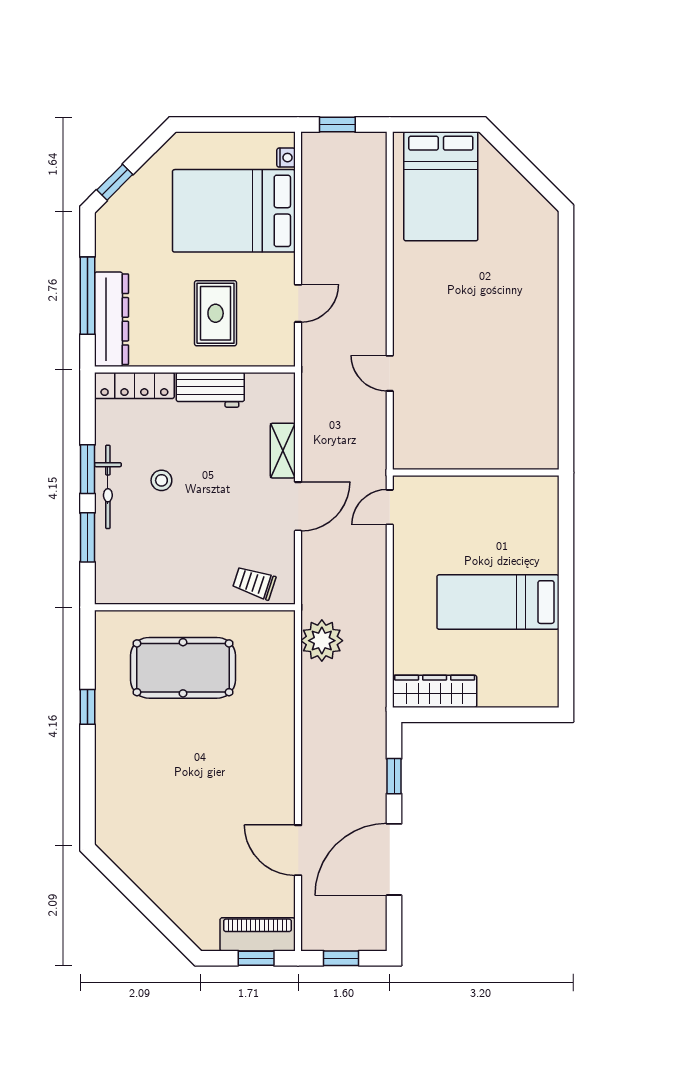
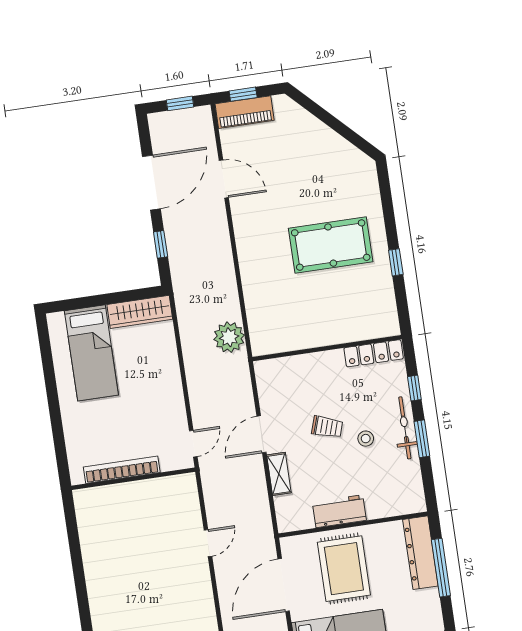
door: (298, 303) -> (284, 585), width x1.87
rug: (216, 313) -> (344, 569), width x1.36, depth x1.43
door: (390, 373) -> (208, 543), hinge flipped
locker: (134, 385) -> (374, 353), moved, turned 180
bookcase: (489, 487) -> (122, 470), added
window: (87, 537) -> (414, 388), width x0.67
trolley: (254, 583) -> (327, 427), moved
bed: (498, 602) -> (91, 353), moved, turned 90
pool table: (183, 668) -> (331, 245), moved

